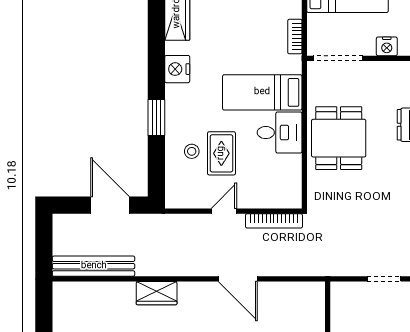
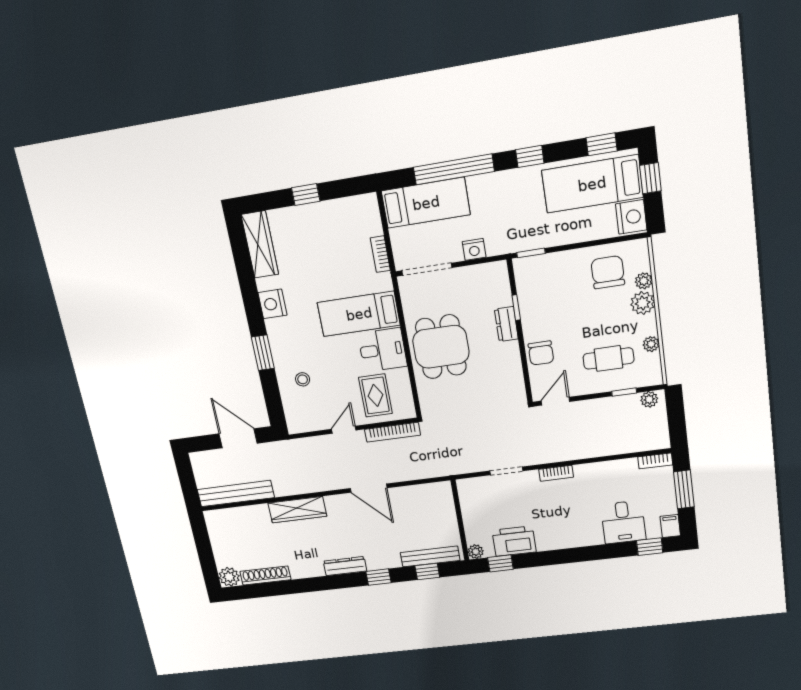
rug: (221, 153) -> (375, 395), moved
wardrobe: (157, 293) -> (297, 510), width x1.50

